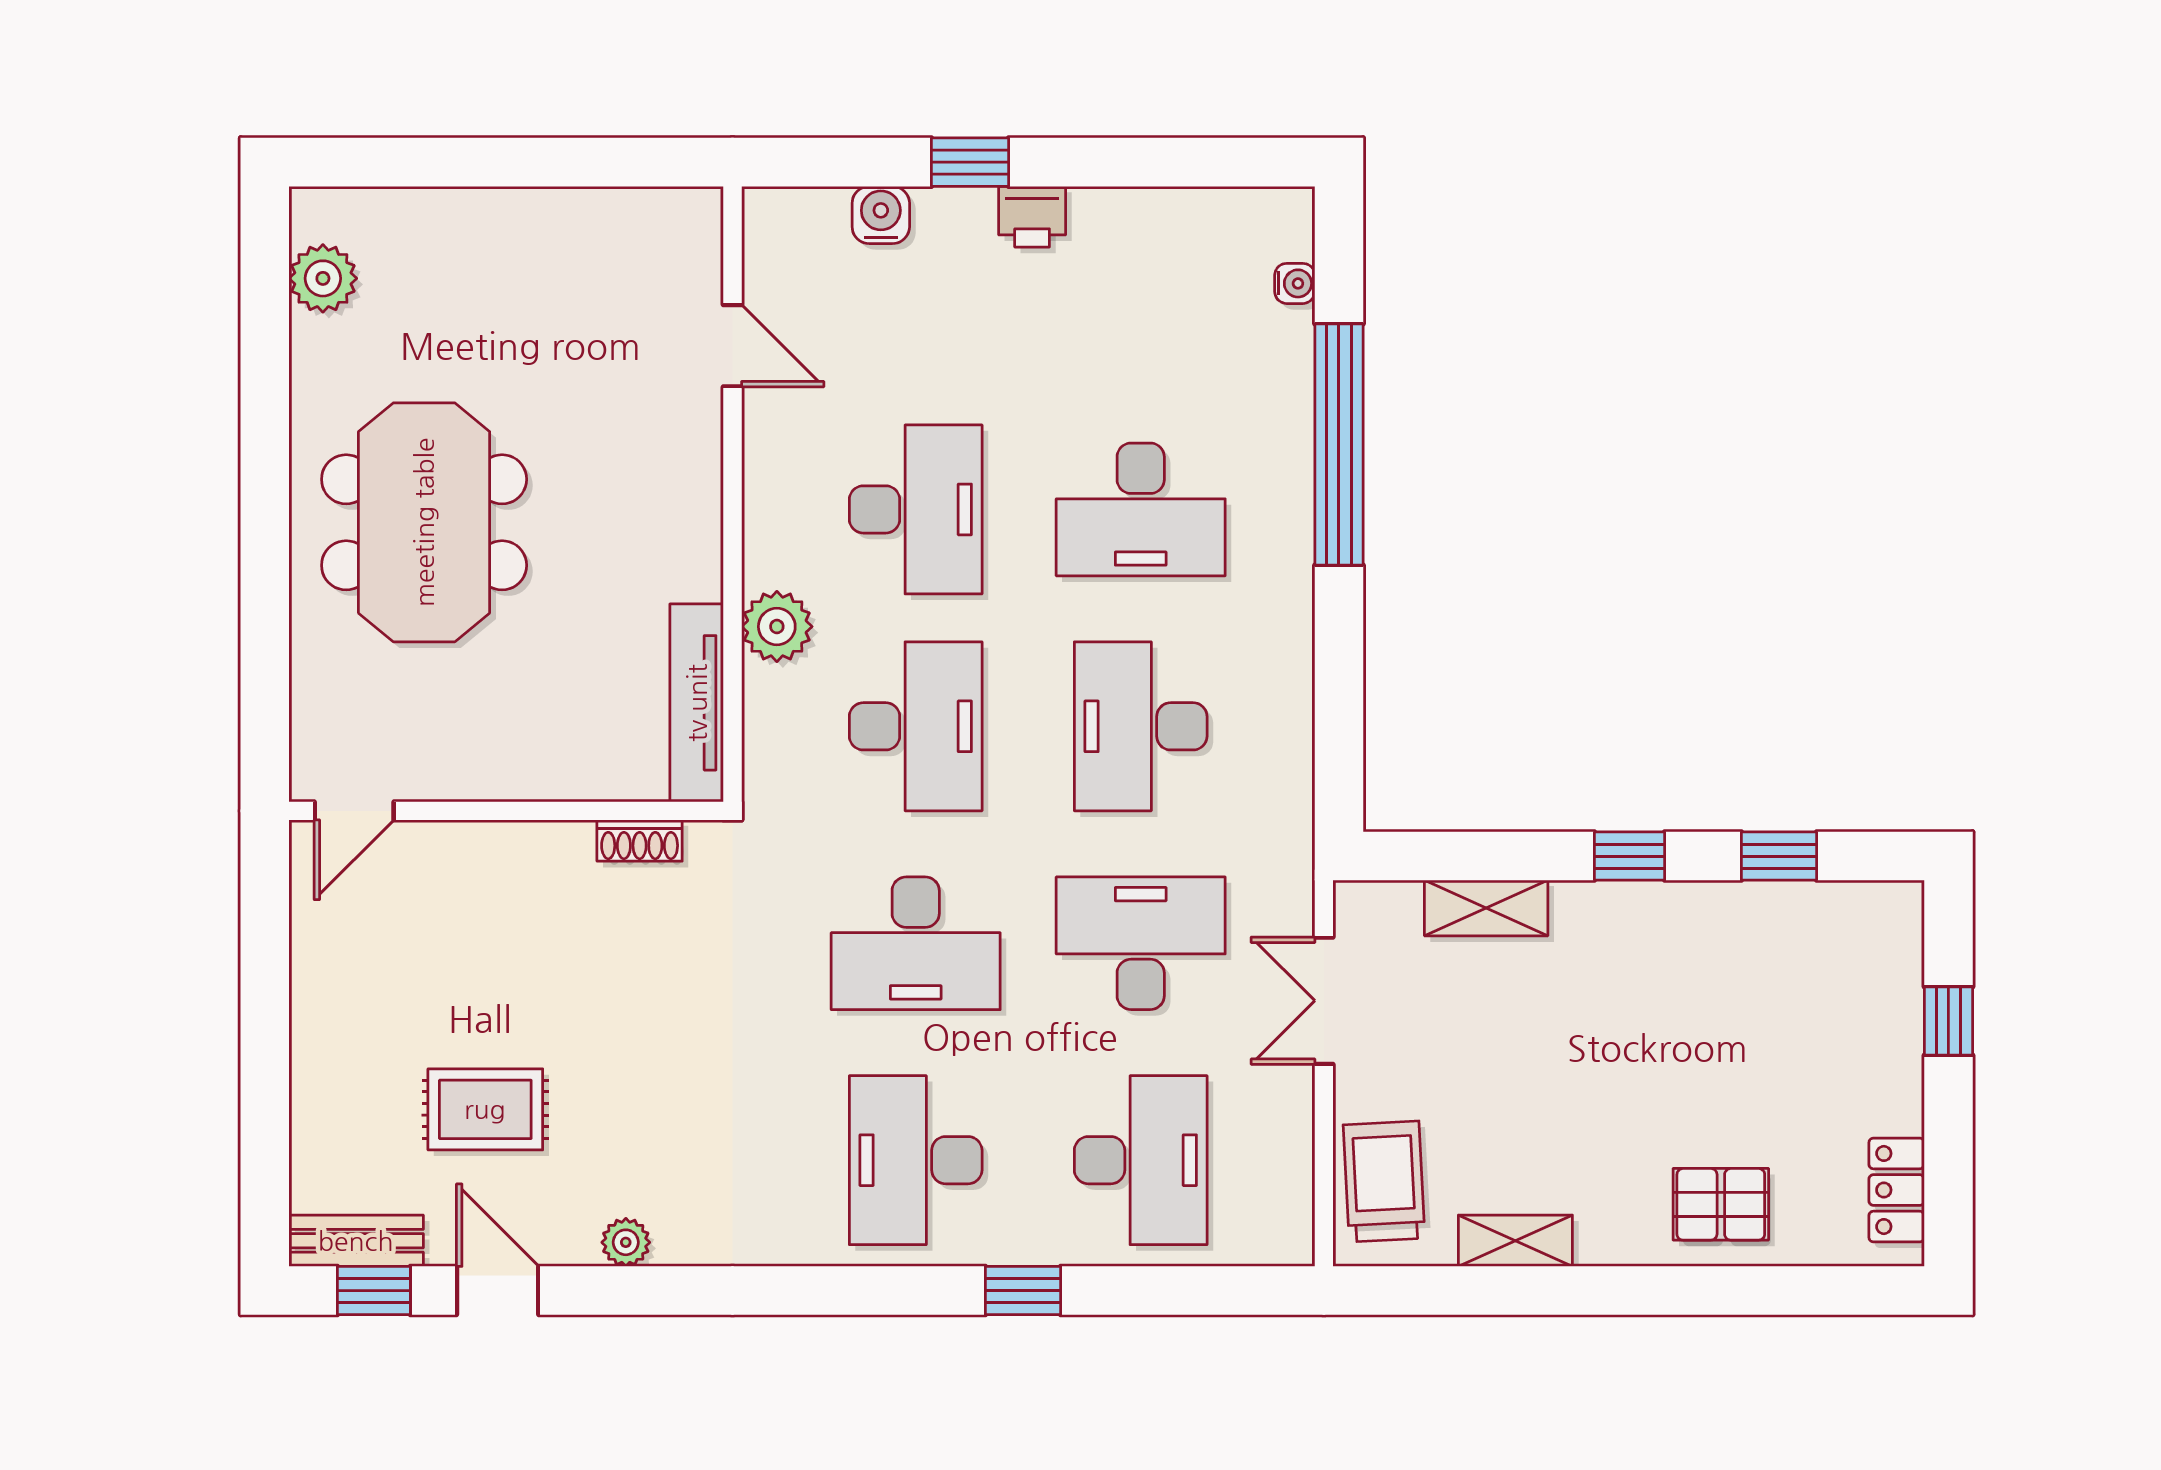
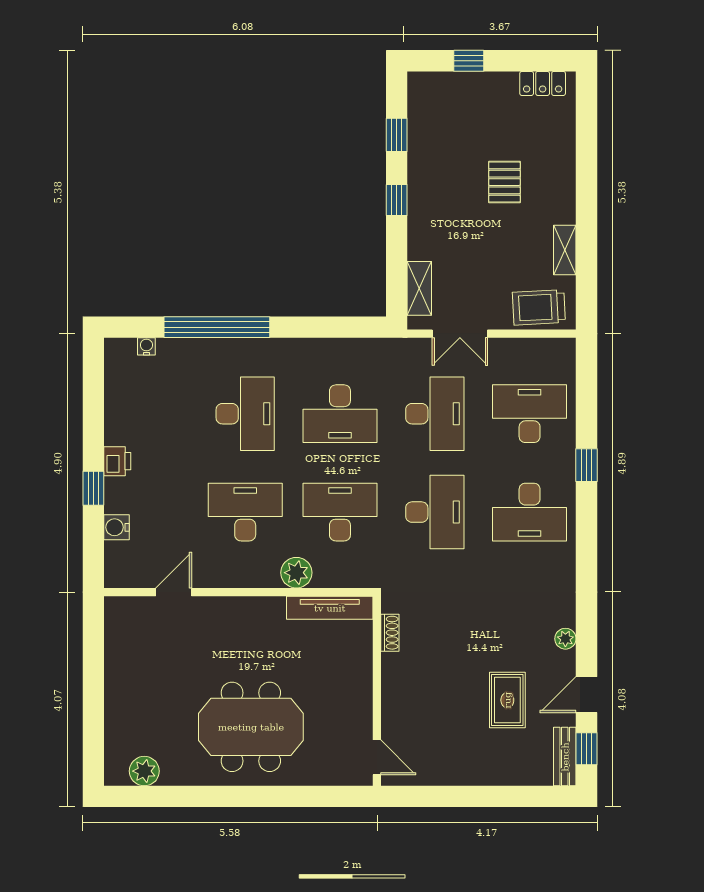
shelving: (1486, 908) -> (419, 288), moved
desk: (1141, 943) -> (435, 414), turned 180
pallet: (1721, 1204) -> (504, 182), moved

